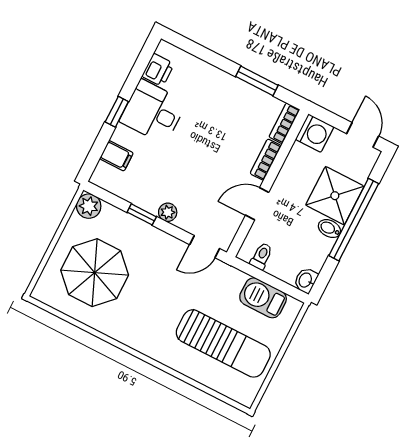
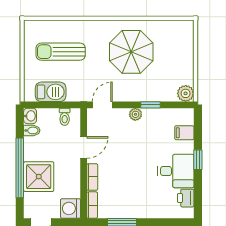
bidet: (329, 229) -> (32, 130), moved
parasol: (95, 273) -> (131, 52), moved
sun lounger: (223, 343) -> (61, 52), width x0.73, depth x0.75

